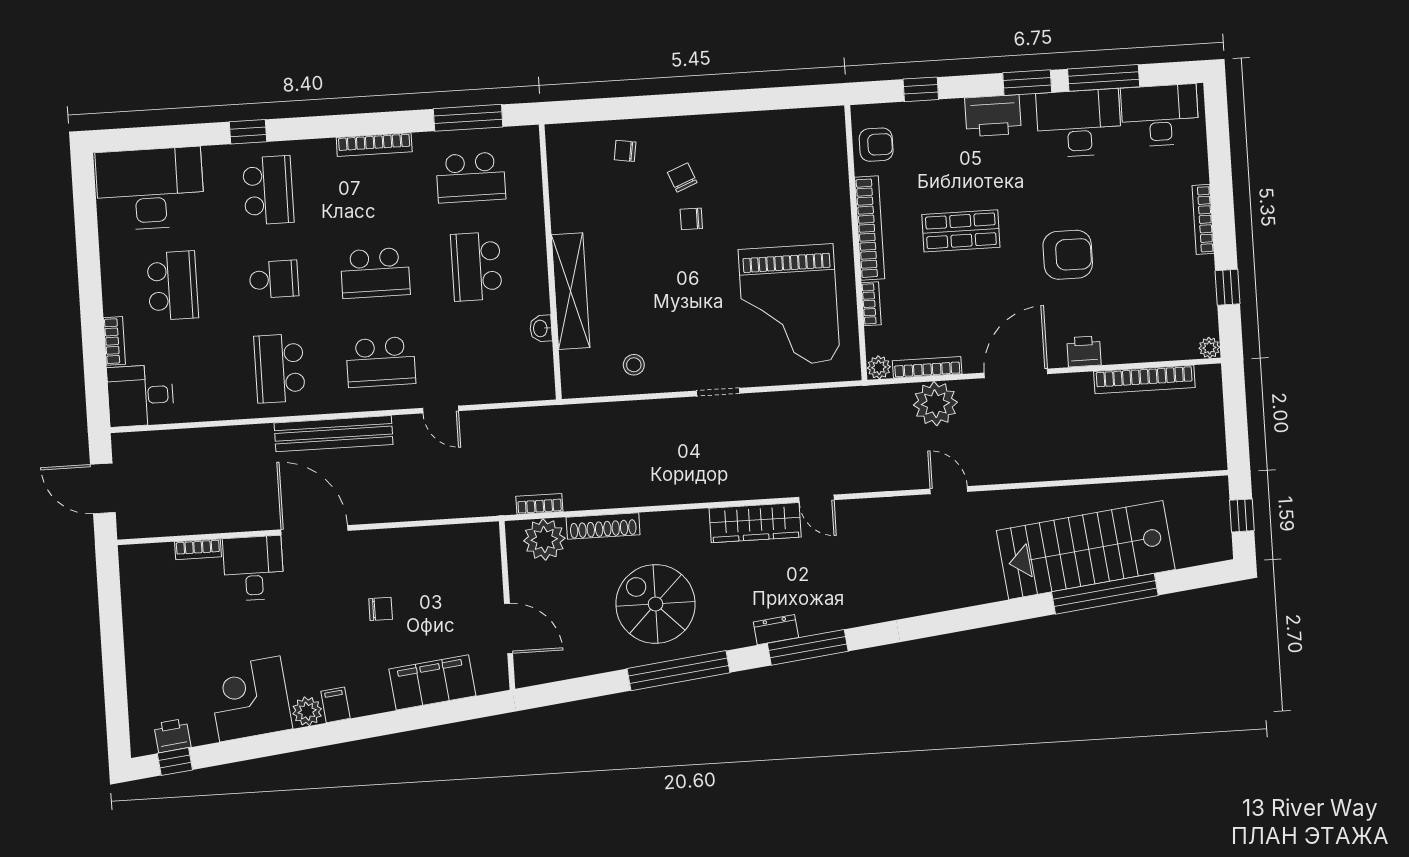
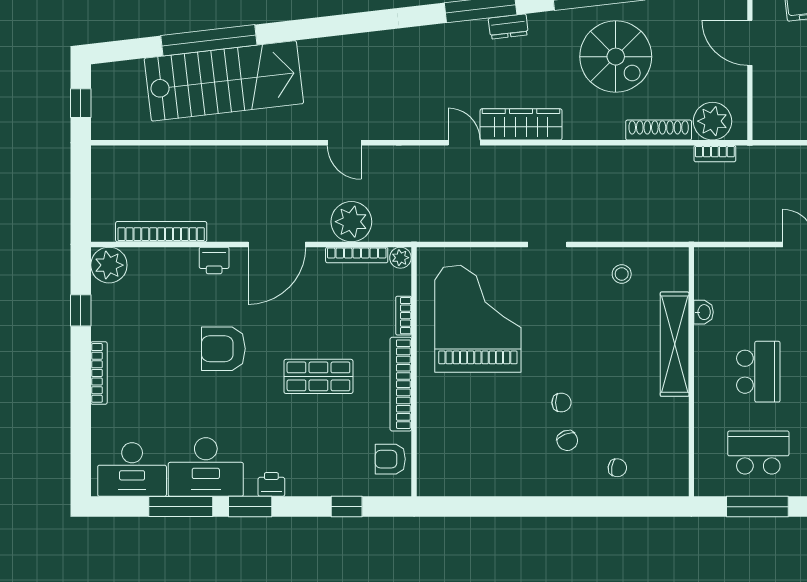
printer: (993, 116) -> (271, 484), width x0.53, depth x0.68
plant: (1209, 348) -> (109, 265), width x1.87, depth x1.87

